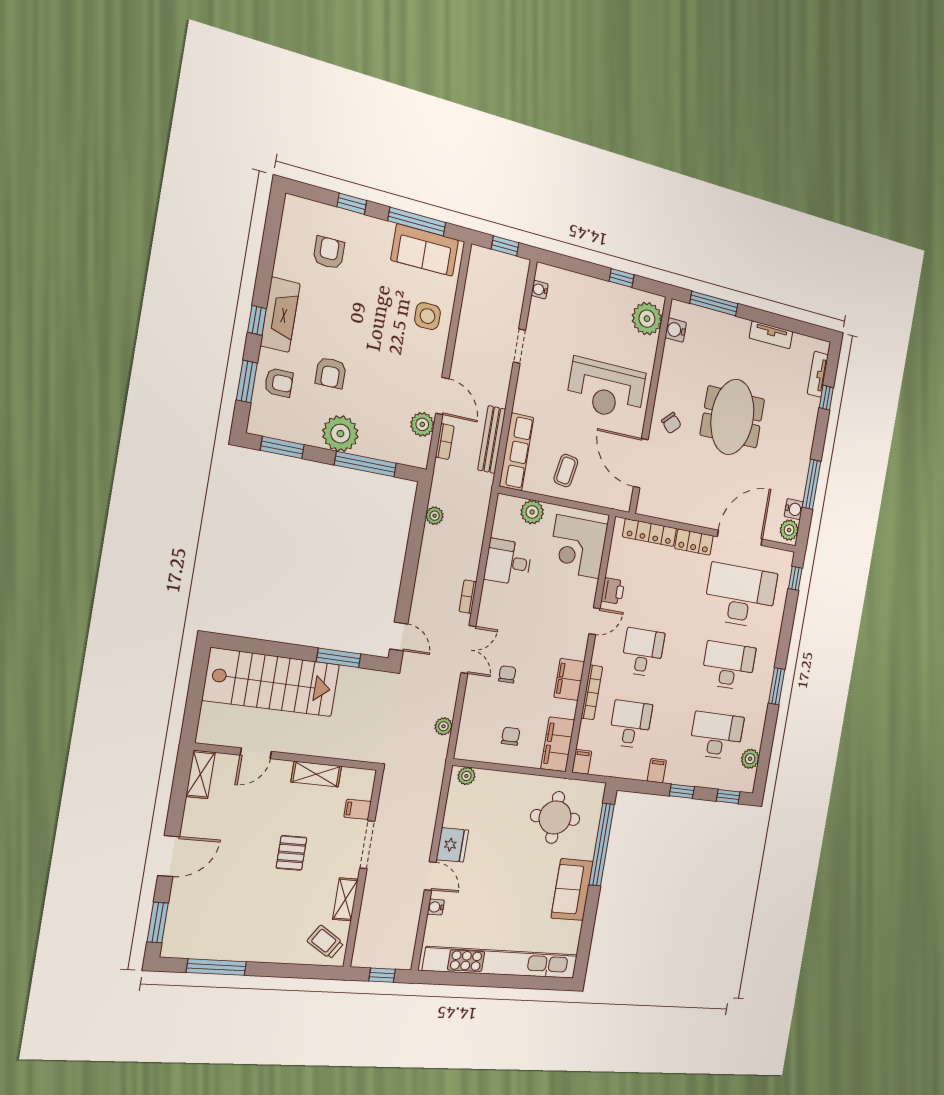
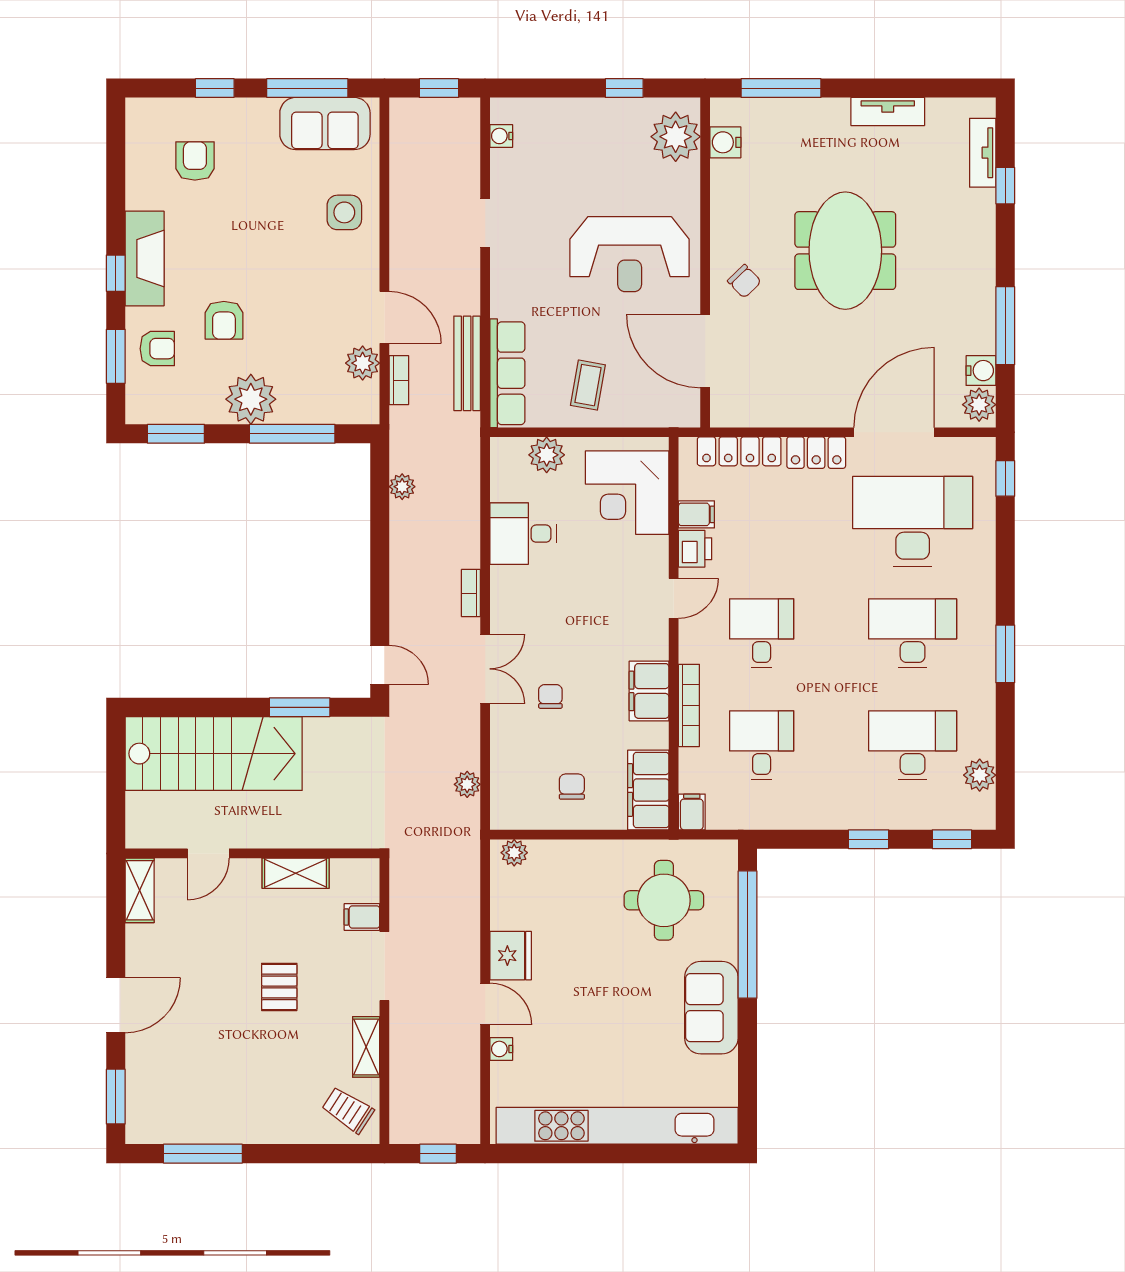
filing cabinet: (657, 771) -> (696, 514), moved, turned 90

